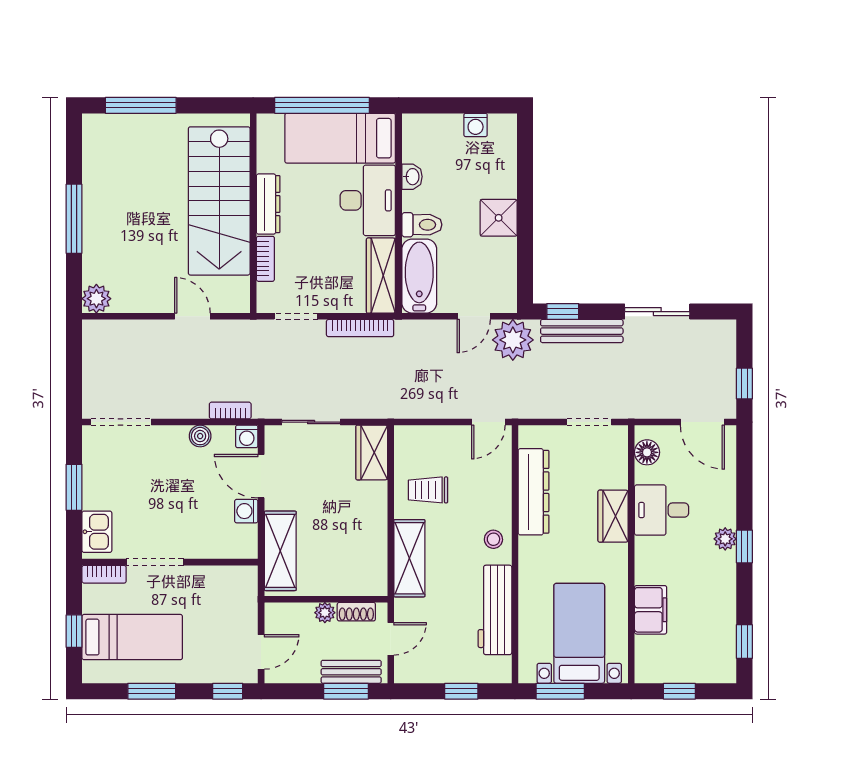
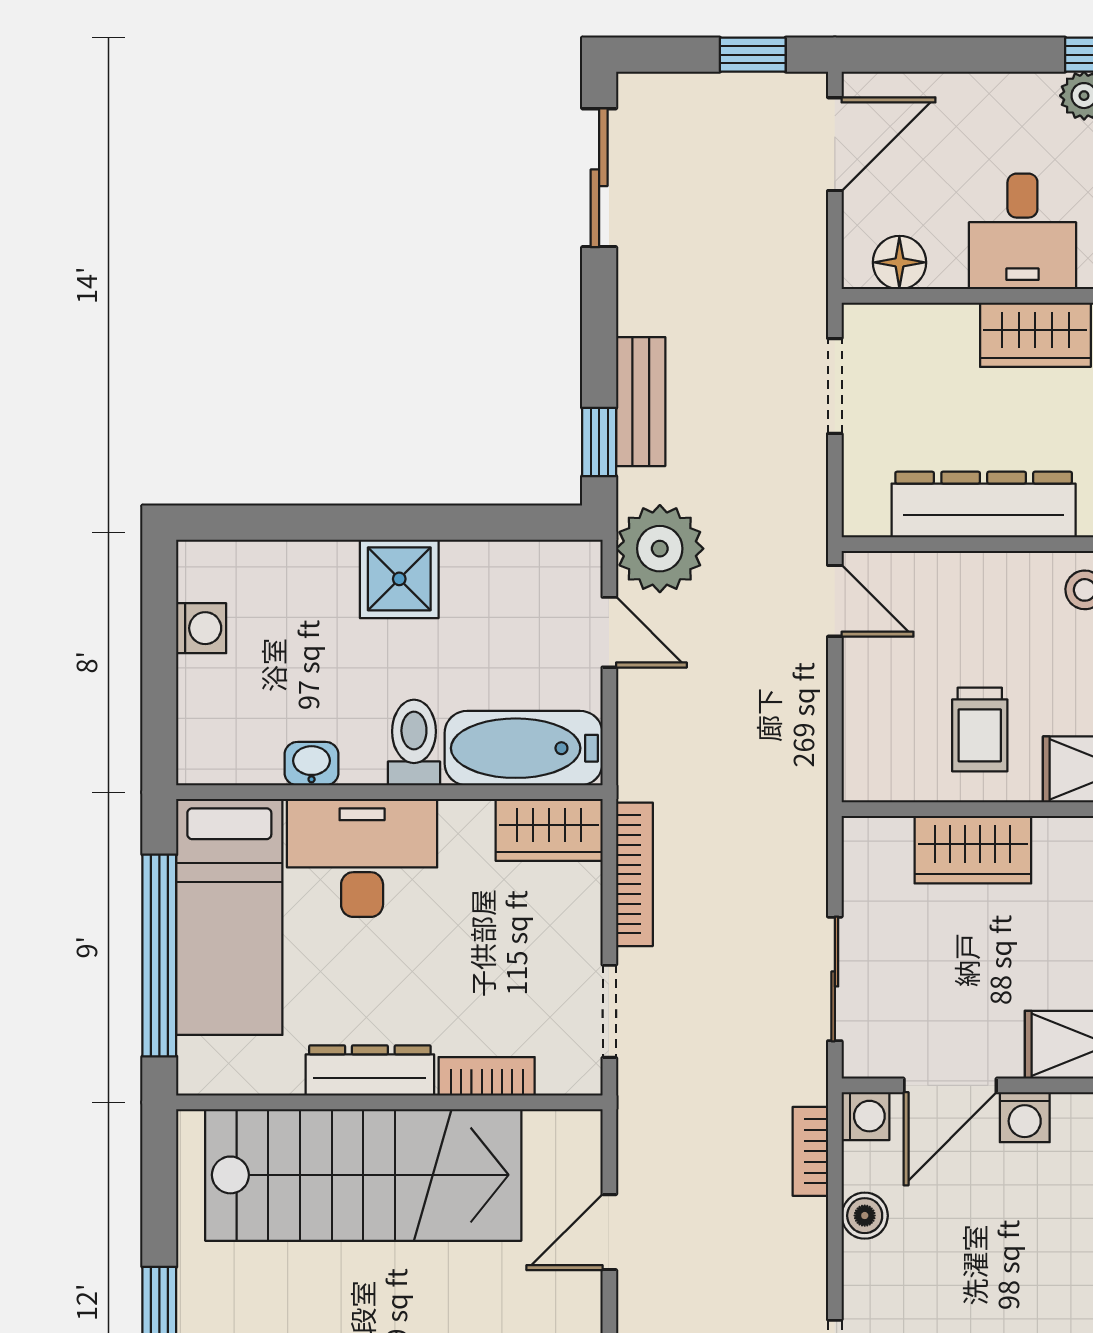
wardrobe: (381, 276) -> (549, 830), width x0.67
sliding door: (657, 312) -> (599, 178), moved
bench: (582, 331) -> (641, 402), width x0.73
wardrobe: (372, 453) -> (973, 850), moved

